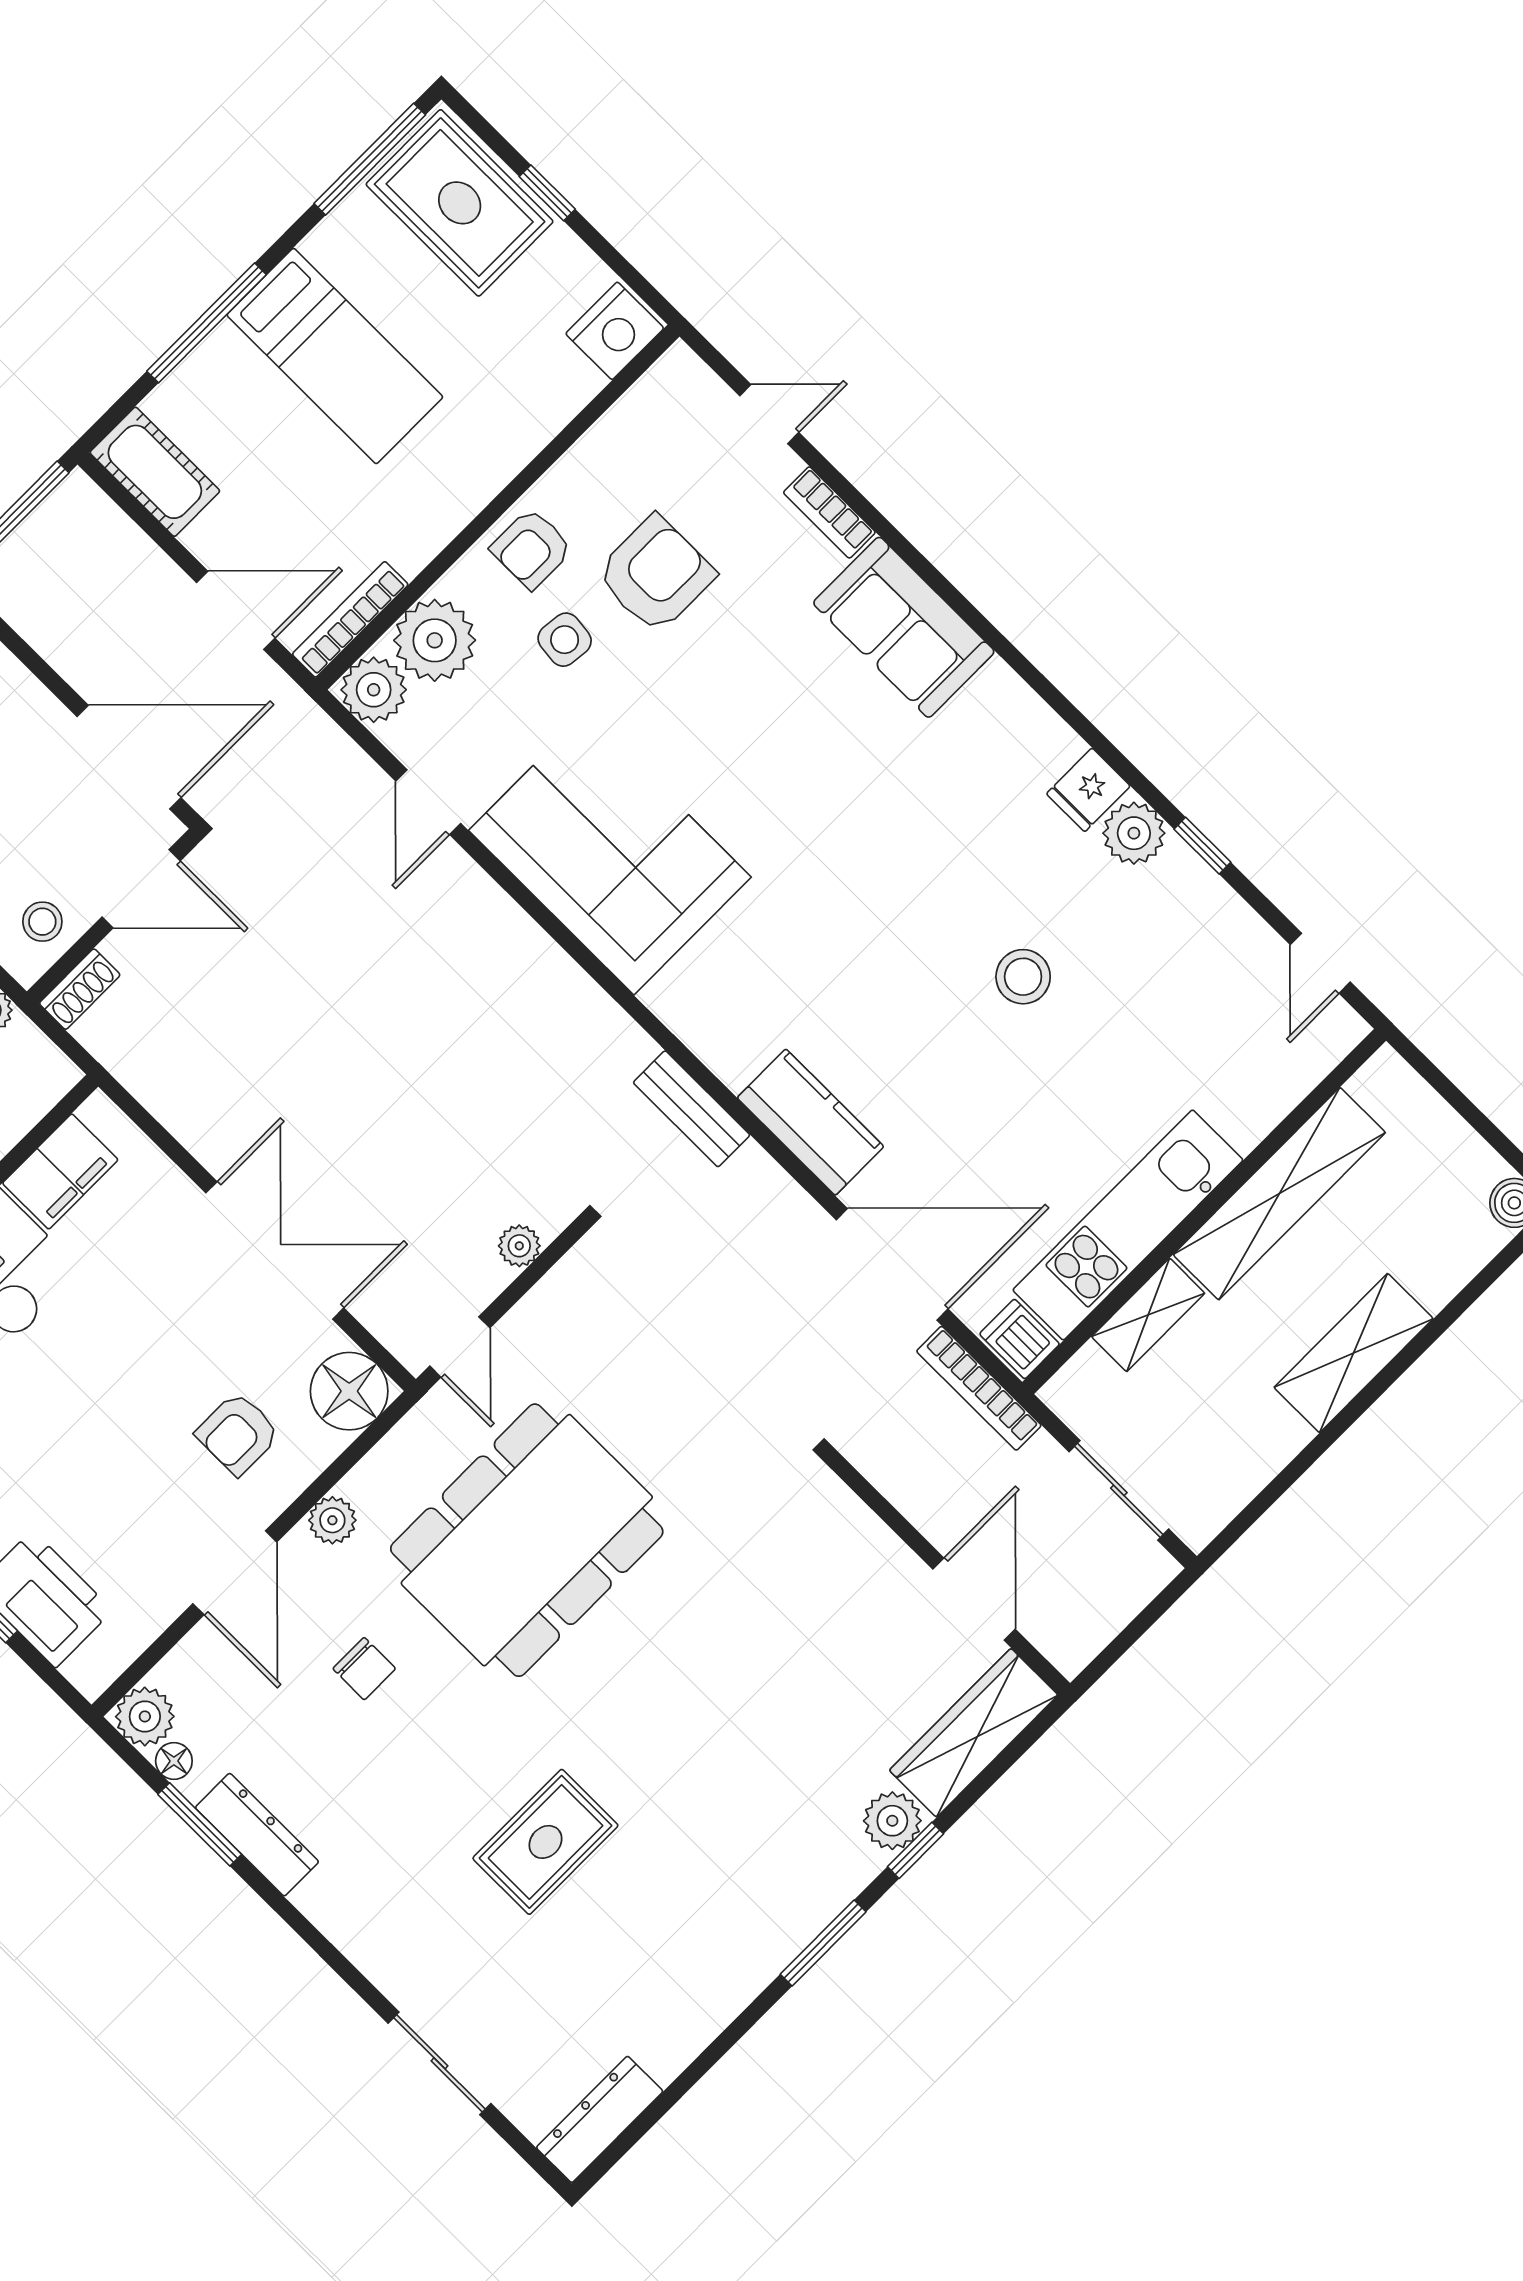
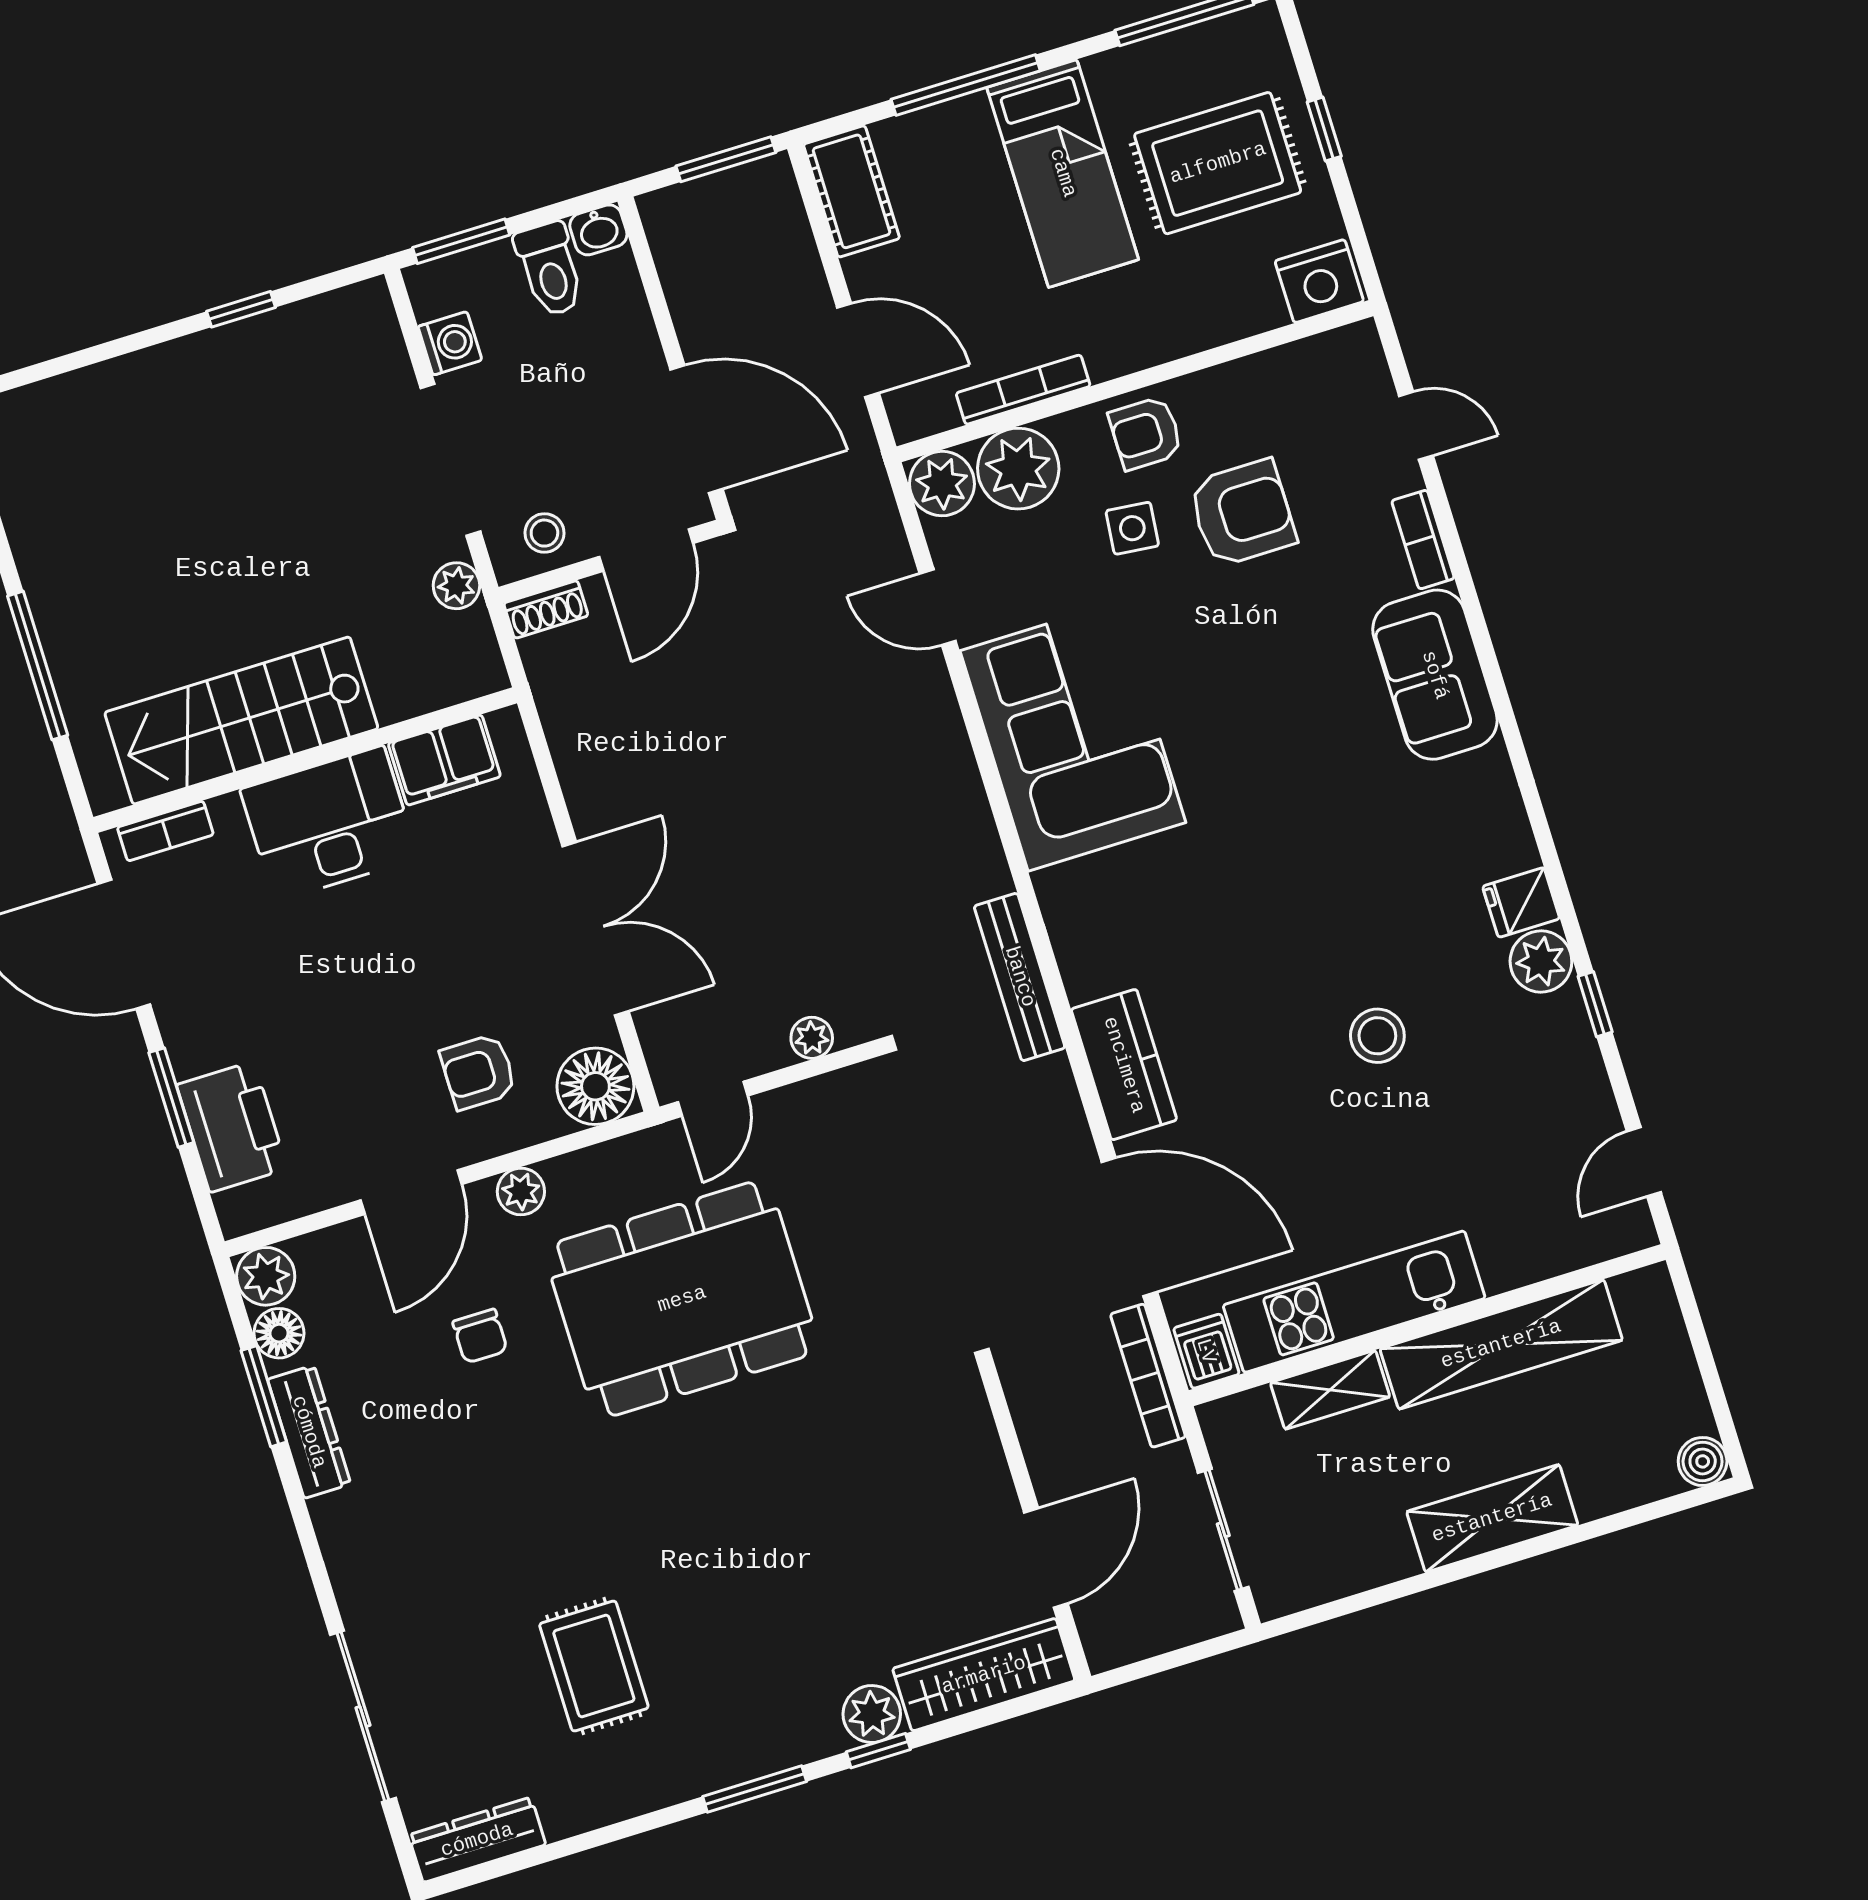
rug: (460, 203) -> (1218, 163), moved, turned 90
bookcase: (350, 619) -> (1023, 390), moved
door: (428, 802) -> (938, 607), hinge flipped
door: (141, 889) -> (646, 550), hinge flipped
bench: (692, 1109) -> (1020, 977), width x1.36
floor lamp: (174, 1761) -> (279, 1333), width x1.37, depth x1.37
rug: (545, 1842) -> (594, 1666), moved, turned 90
sliding door: (439, 2063) -> (363, 1717), width x1.37

